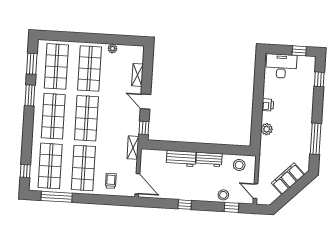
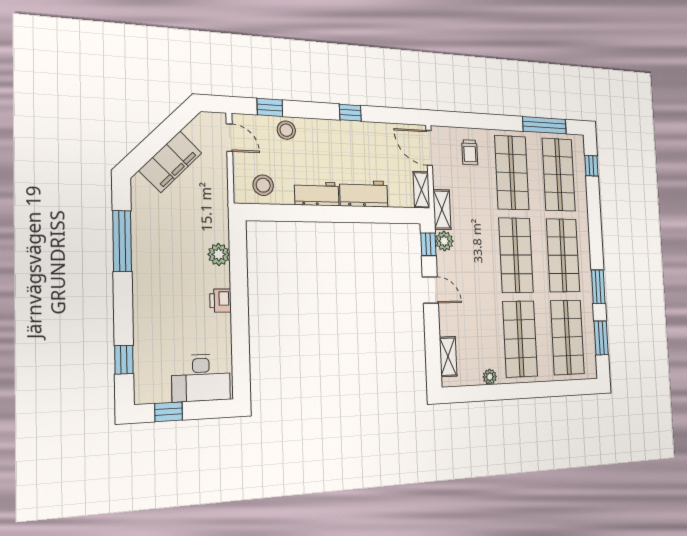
shelving: (138, 75) -> (448, 357), moved
plant: (133, 129) -> (444, 241), added
shelving: (145, 159) -> (421, 190), added

